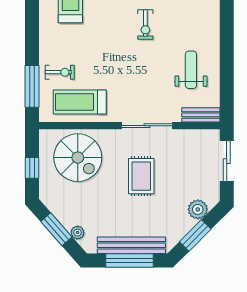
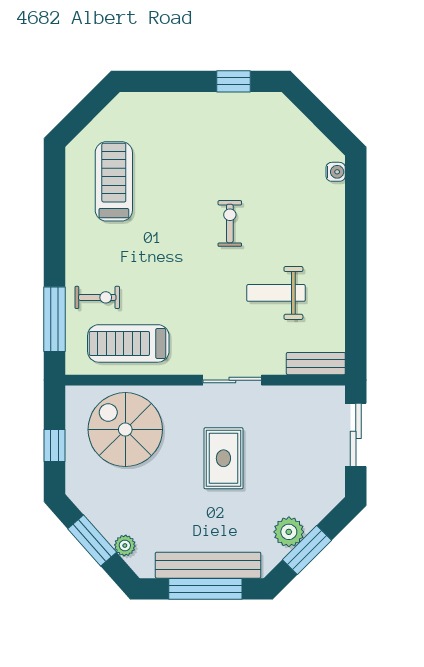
exercise bike: (145, 24) -> (230, 223), turned 180
weight bench: (191, 70) -> (276, 293), moved, turned -90
sliding door: (147, 126) -> (232, 380), width x0.73
spiral stairs: (78, 158) -> (125, 430), turned 180
plant: (198, 209) -> (289, 532), moved

